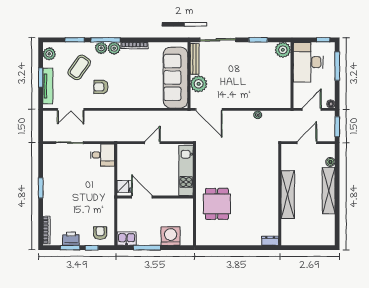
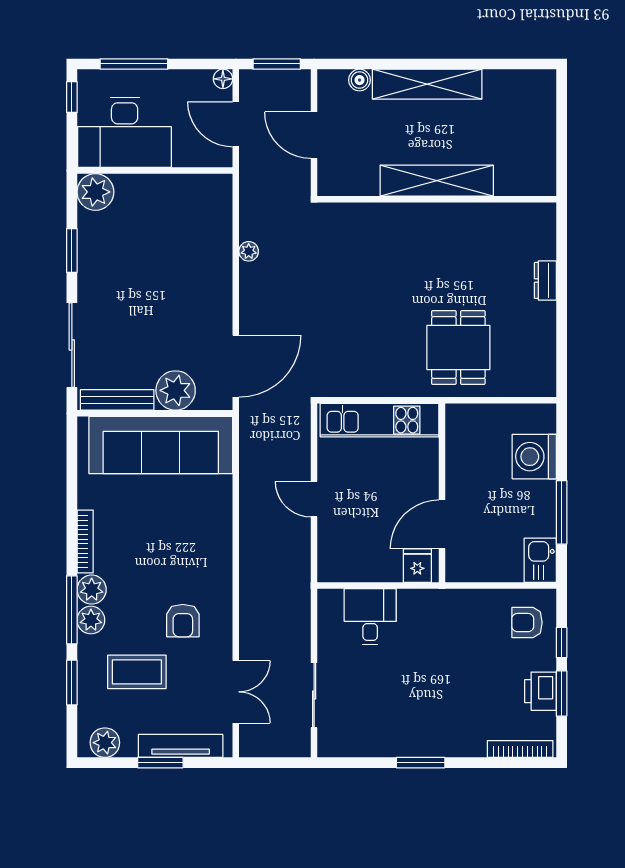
coffee table: (79, 67) -> (137, 672), turned -35
desk: (103, 155) -> (370, 617), moved
dining table: (217, 204) -> (458, 347), turned 90
dresser: (270, 241) -> (545, 280), moved

